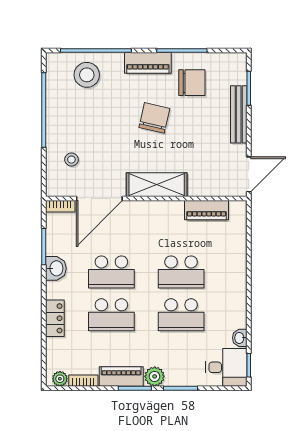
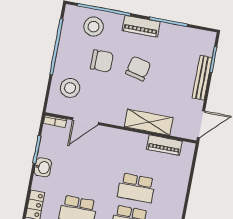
chair: (192, 83) -> (102, 61), moved
stool: (71, 160) -> (70, 88), width x1.89, depth x1.89
shelving: (157, 185) -> (149, 122), moved
door: (99, 199) -> (85, 121), width x0.73
school desk: (111, 272) -> (84, 178), removed

